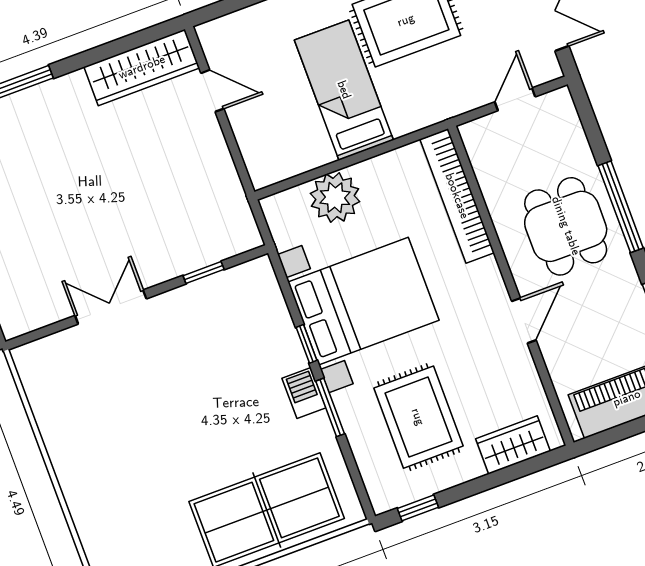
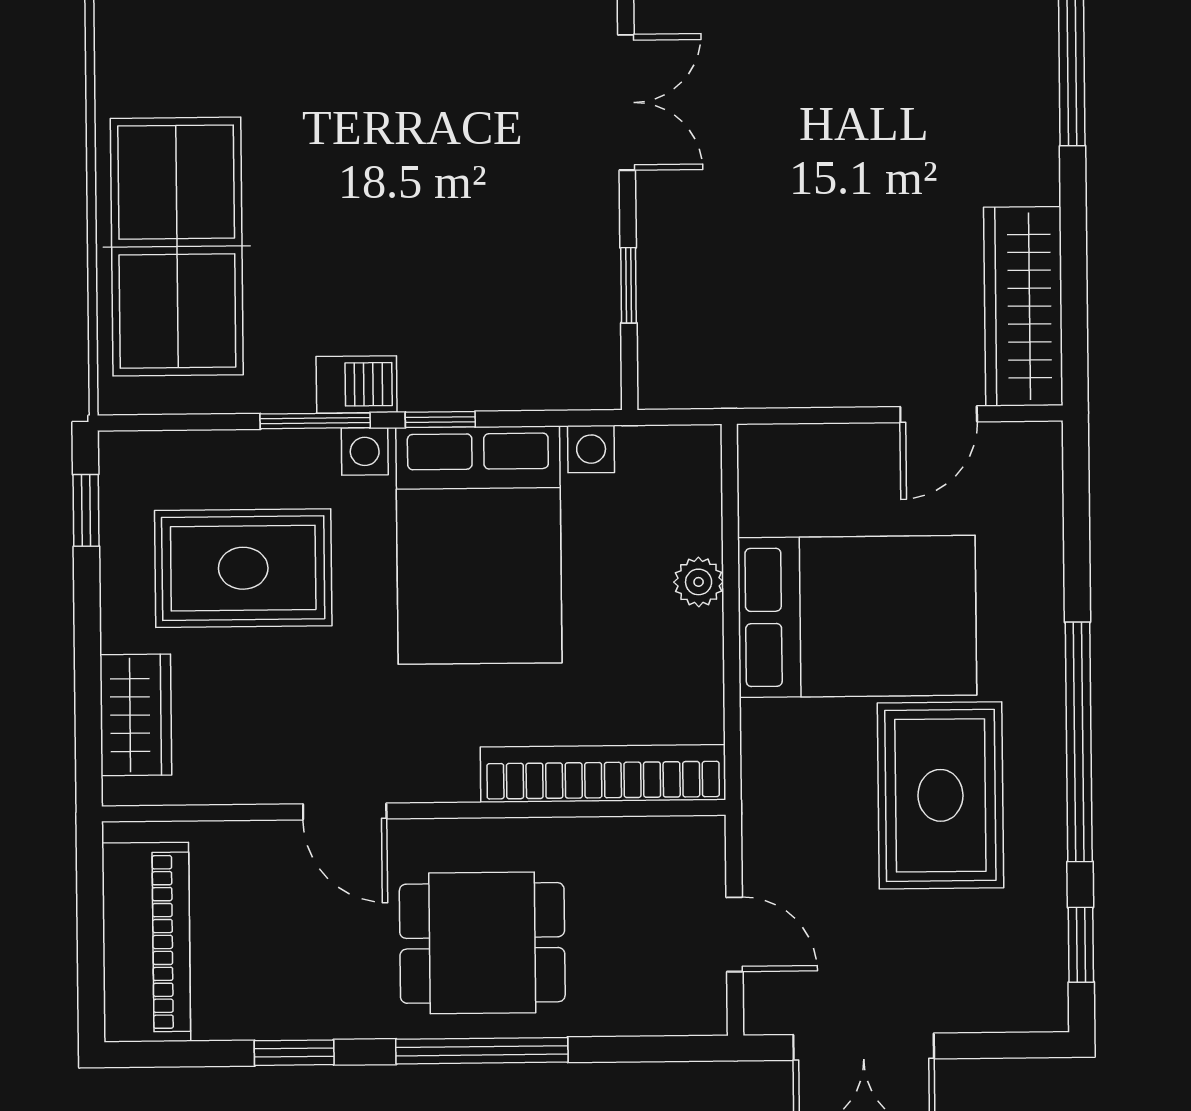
bed: (344, 90) -> (857, 616), width x1.50
plant: (335, 198) -> (699, 582), width x0.53, depth x0.53

